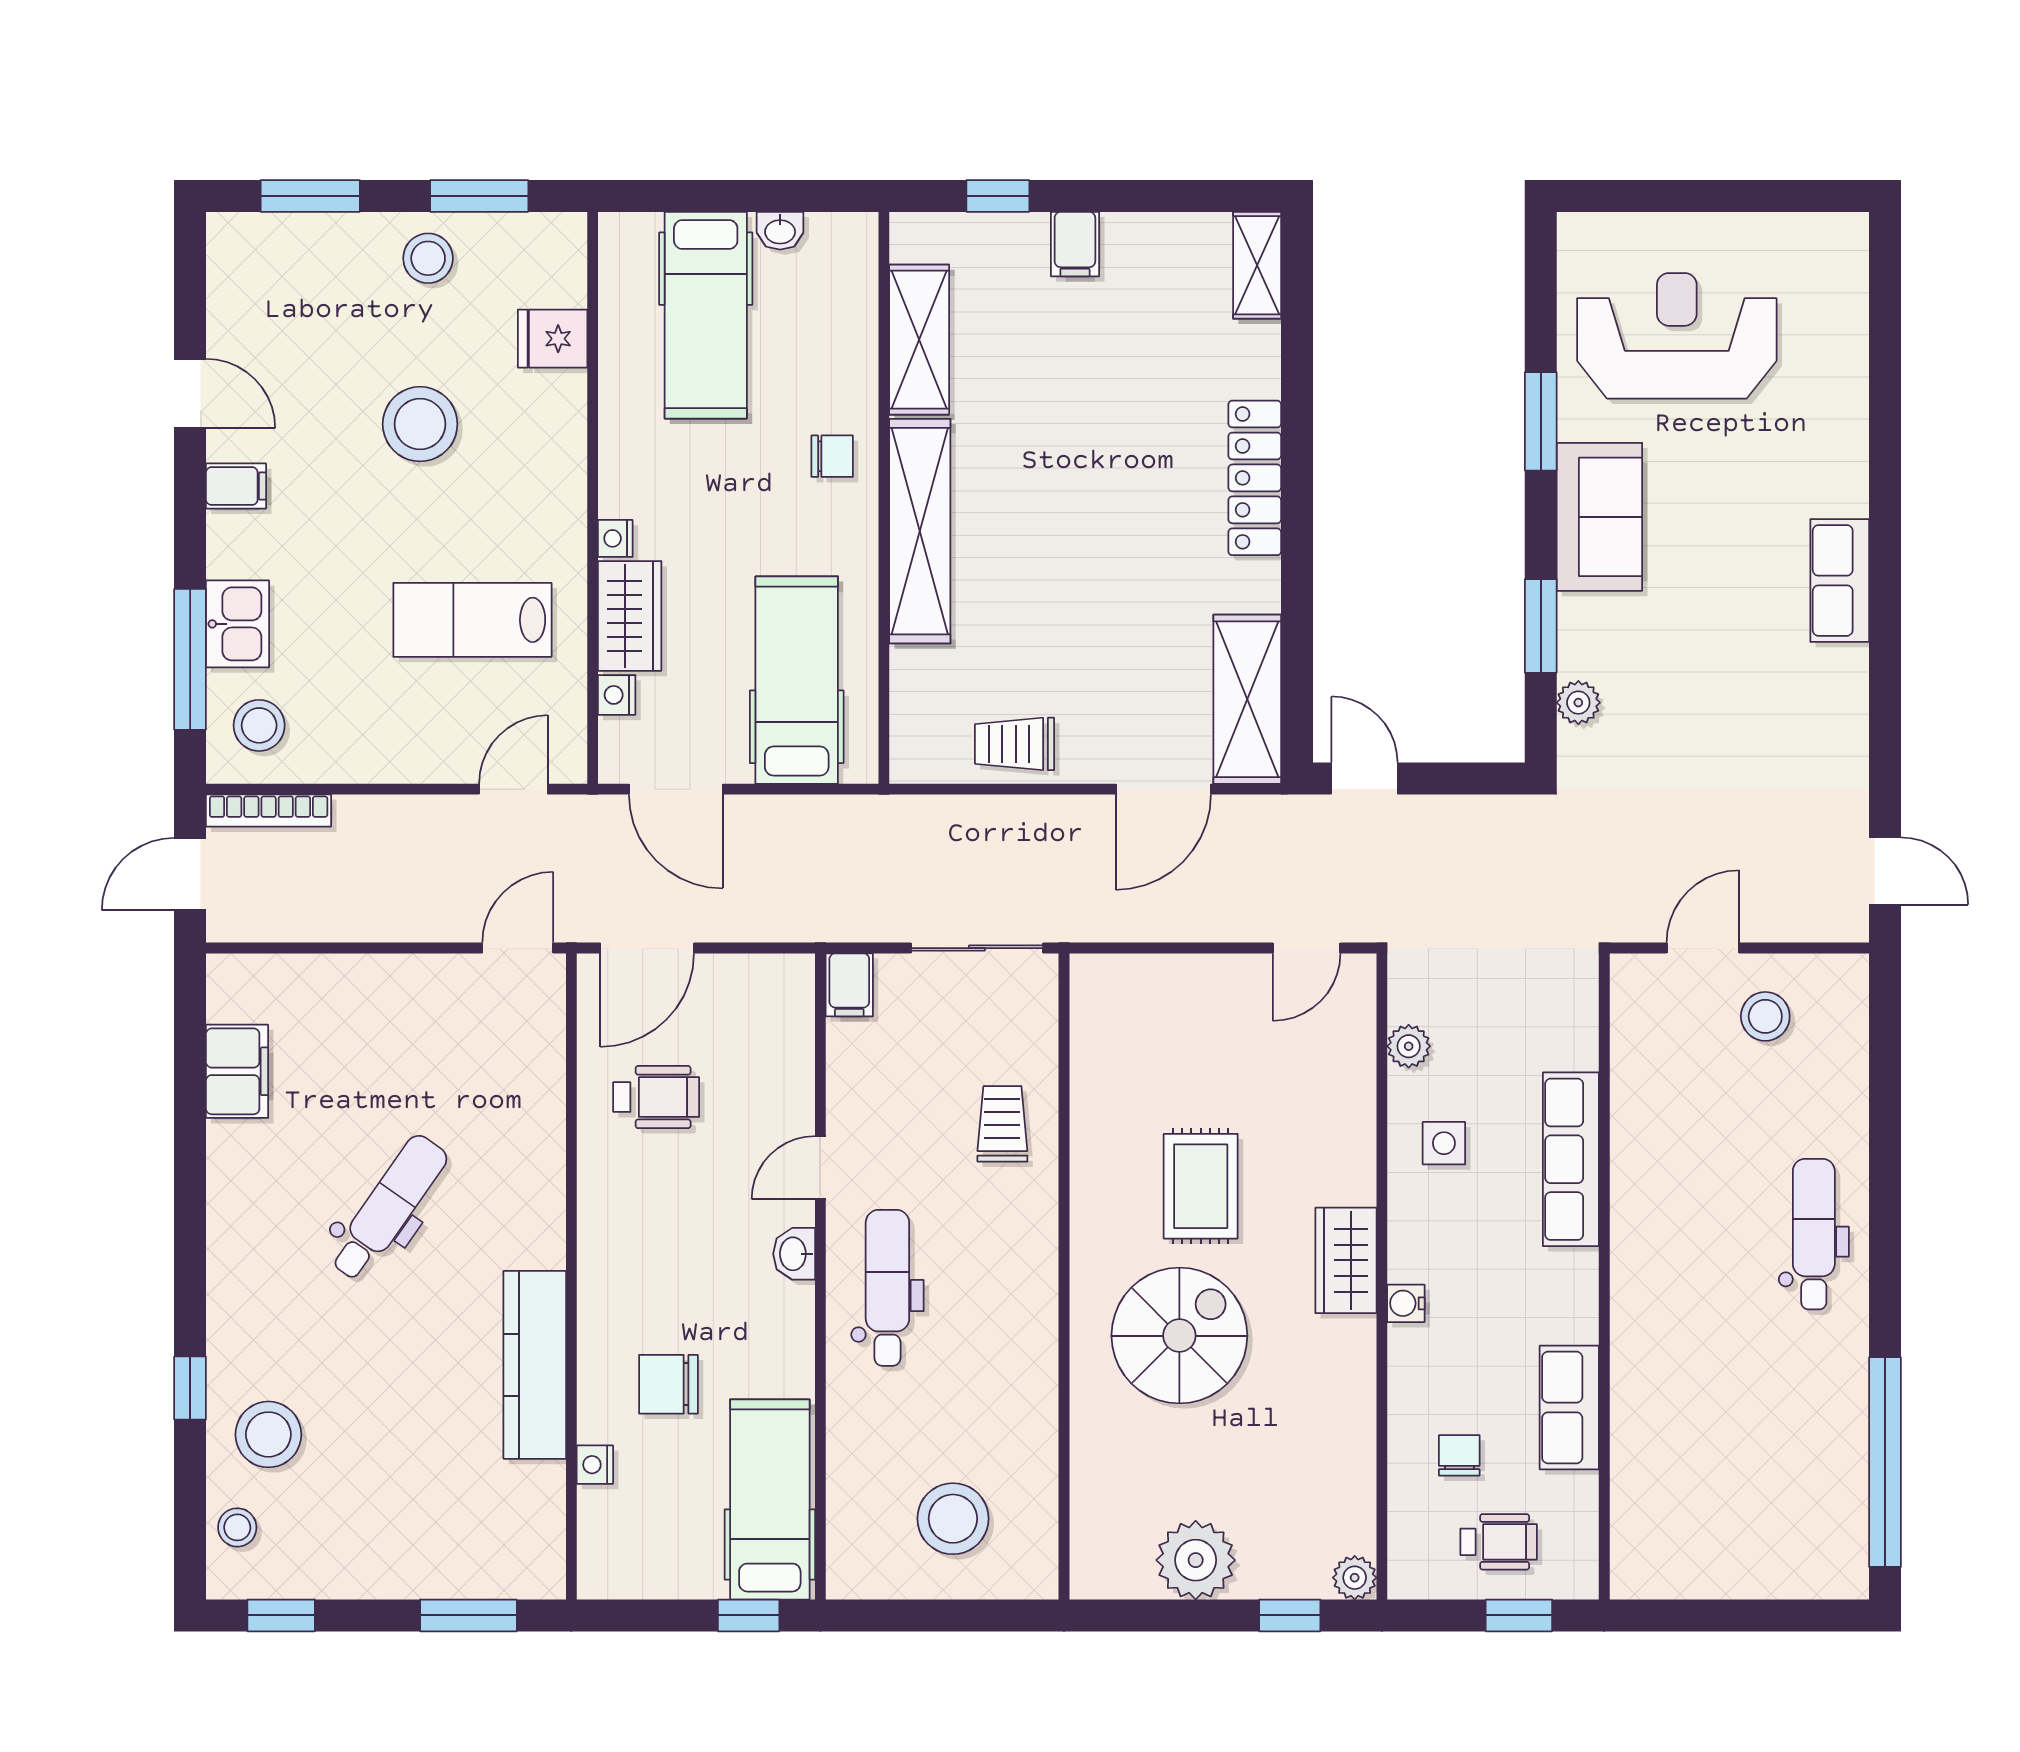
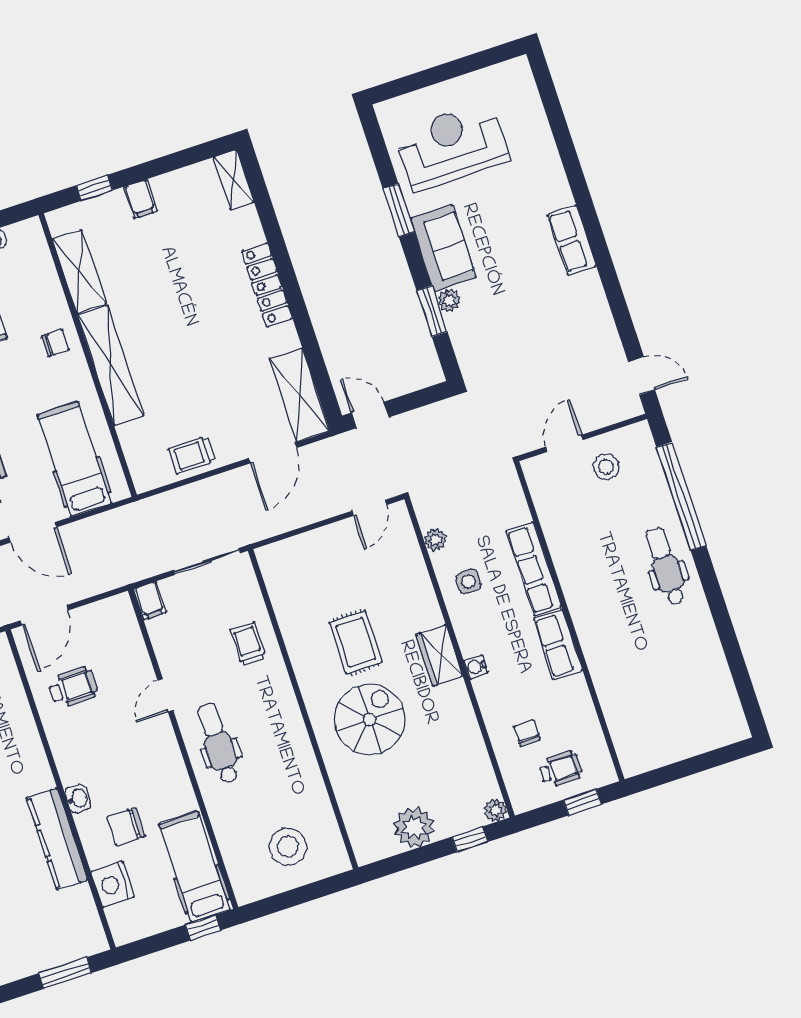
plant: (1578, 703) -> (449, 301), moved
washbasin: (794, 1254) -> (78, 799), moved, turned 180
row of seats: (1569, 1407) -> (558, 645), moved
window: (1885, 1462) -> (681, 496), moved
nightstand: (595, 1465) -> (113, 884), width x1.89, depth x1.79

